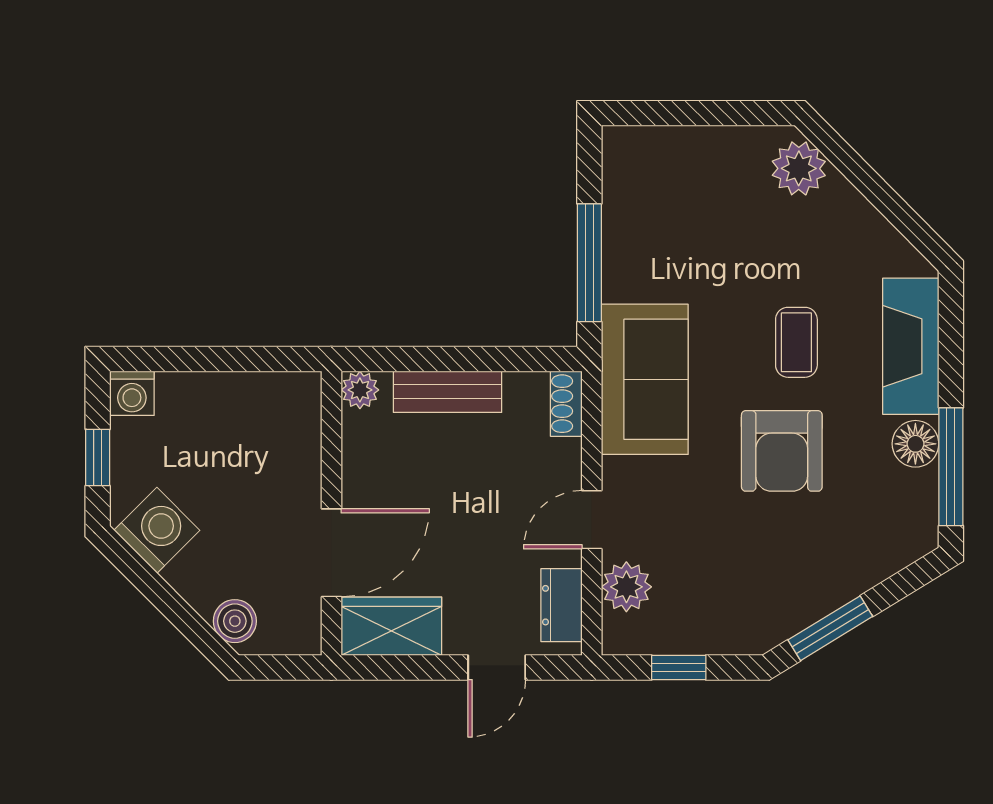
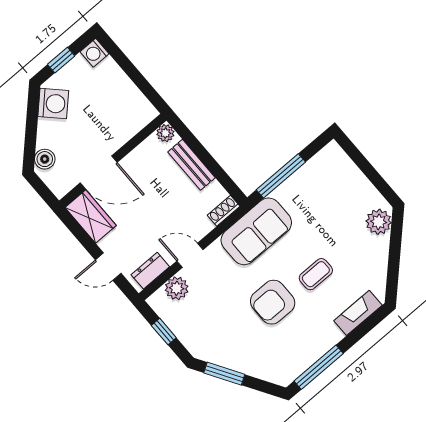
fireplace: (911, 346) -> (358, 313), width x0.73, depth x0.76
floor lamp: (915, 444) -> (316, 348), removed

